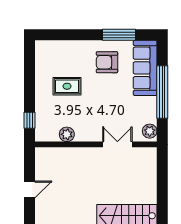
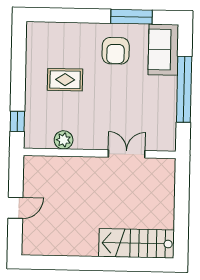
armchair: (107, 62) -> (116, 51), turned -90
sofa: (145, 68) -> (163, 50), width x0.73
plant: (150, 131) -> (167, 138), removed

